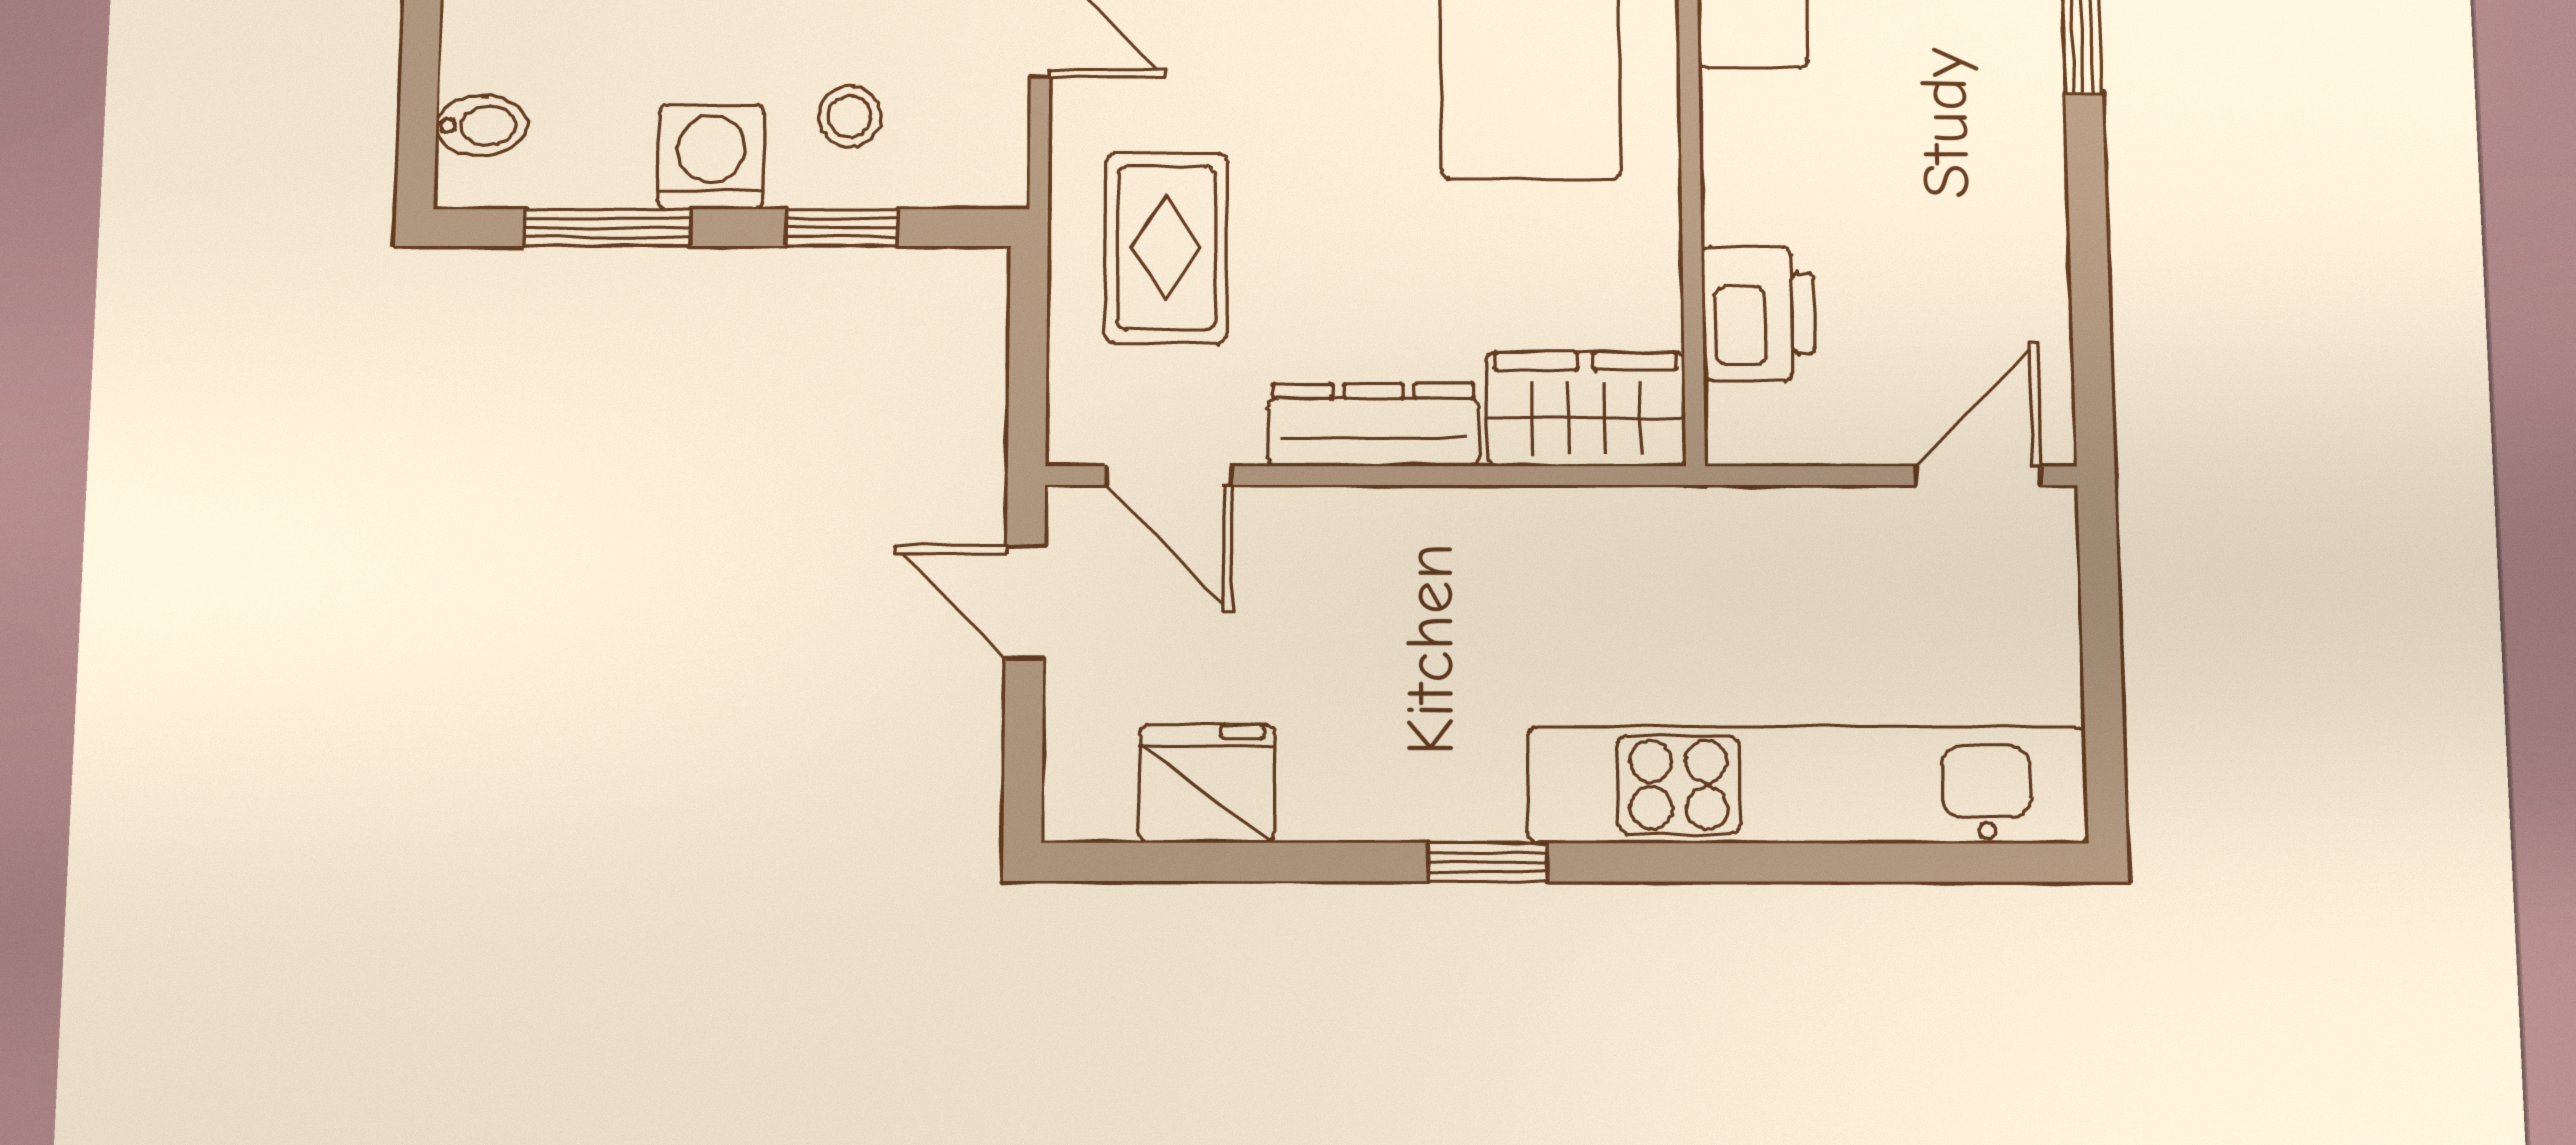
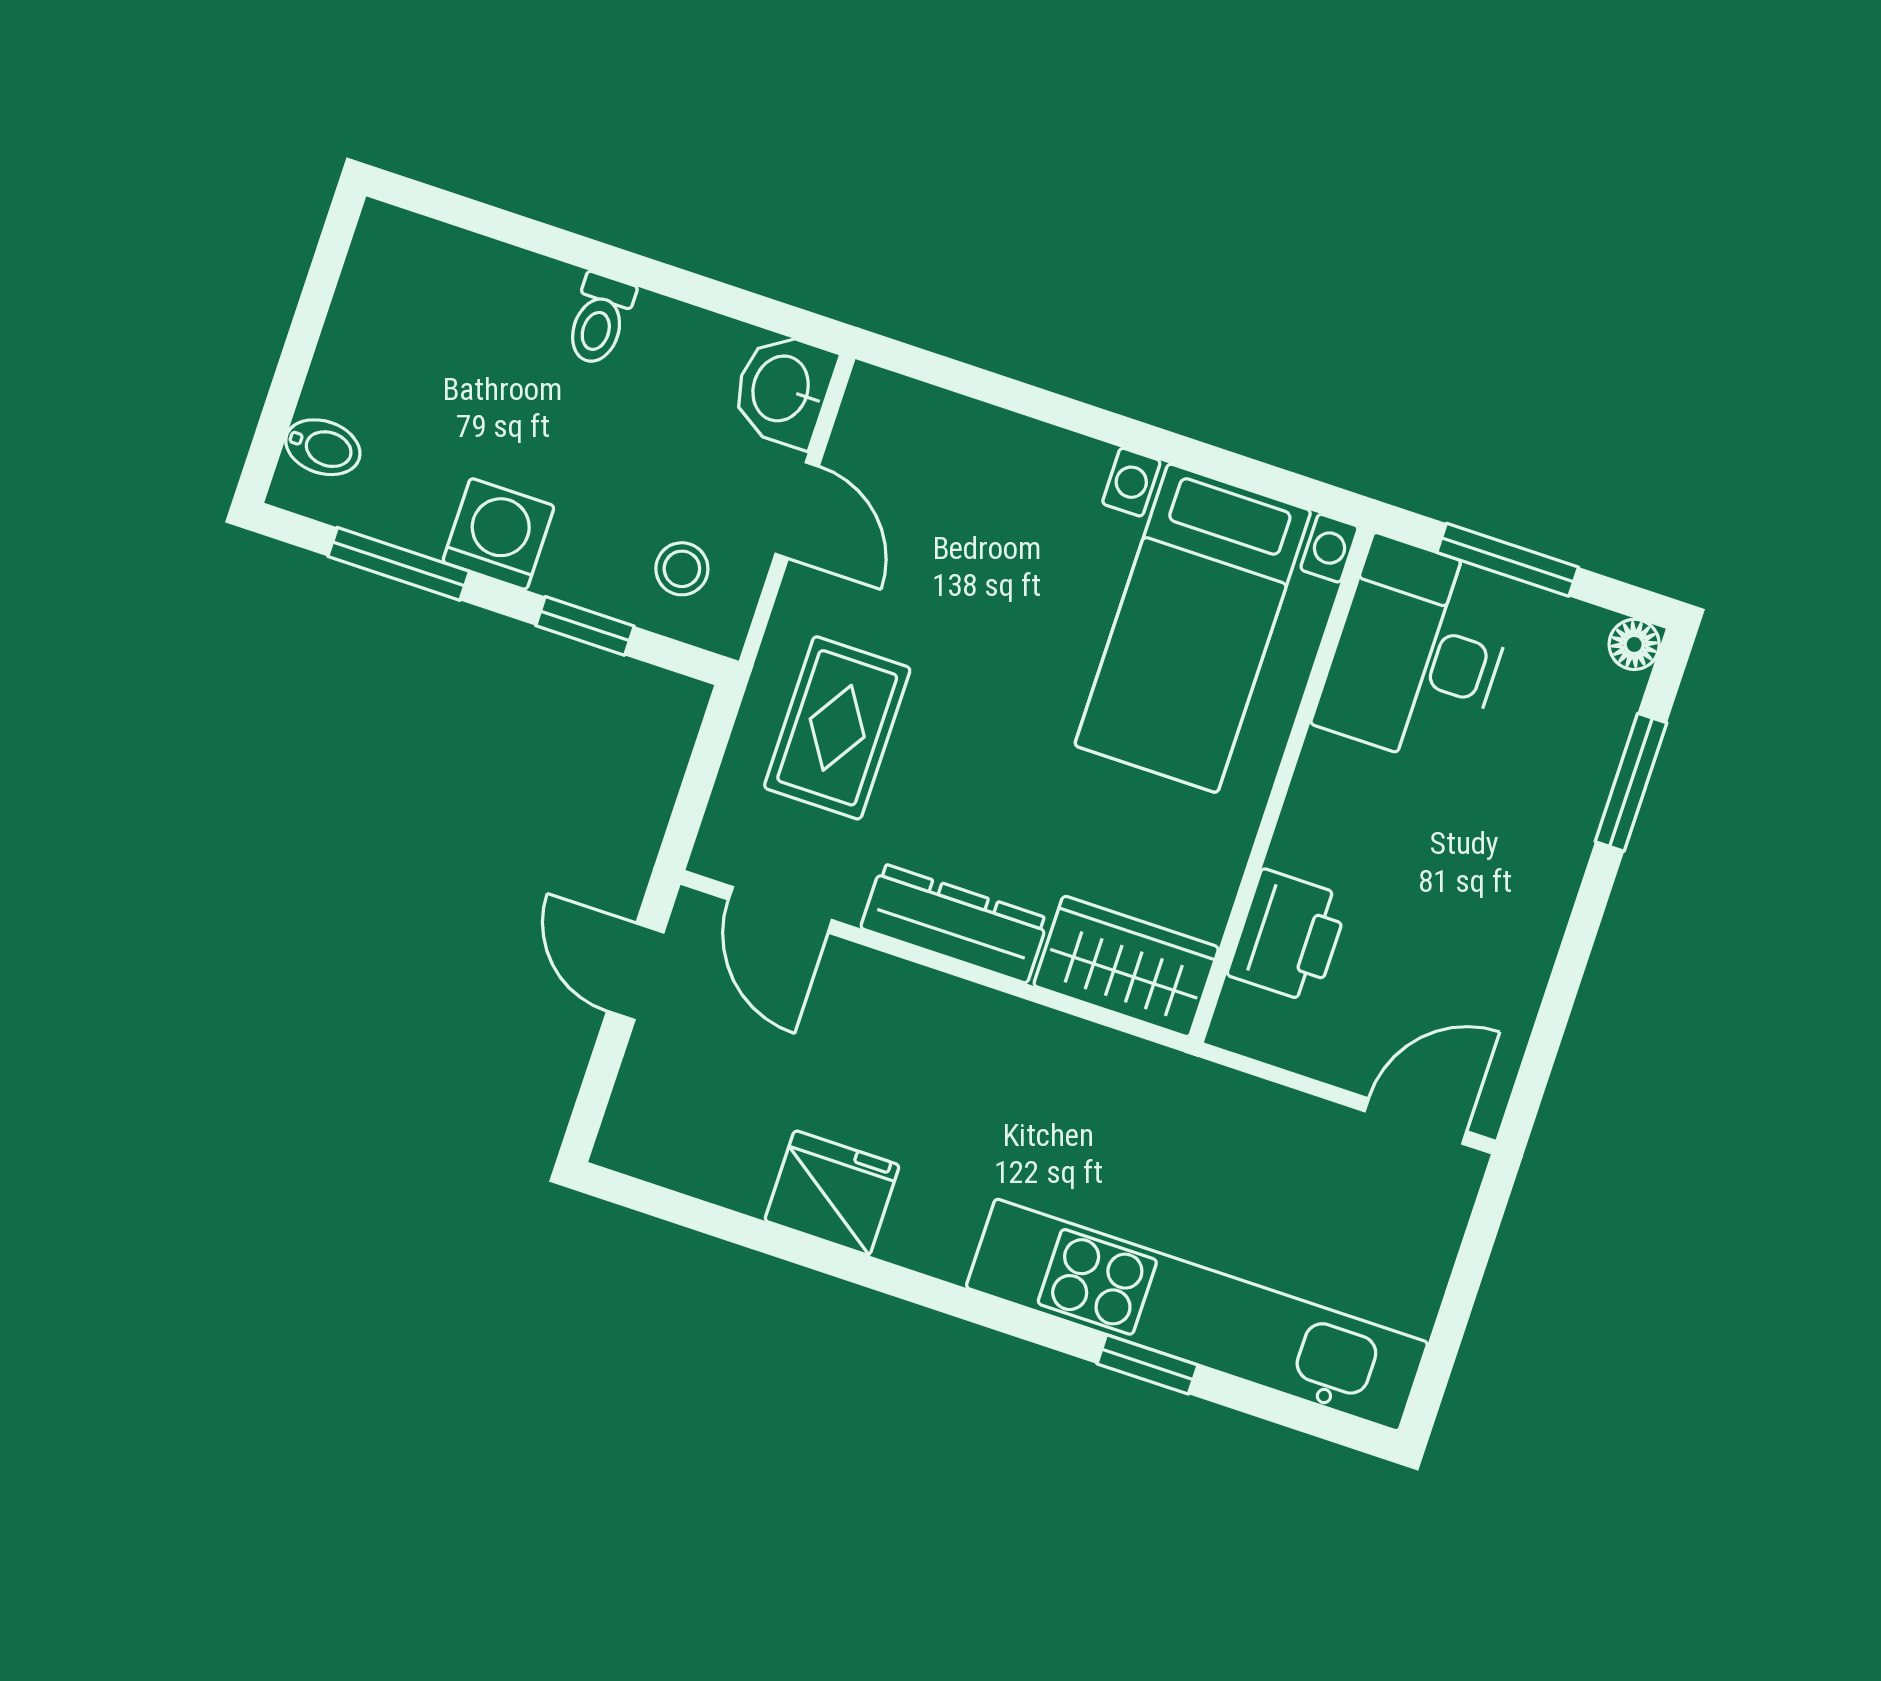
stool: (850, 116) -> (682, 569), moved
fridge: (1207, 783) -> (832, 1193), moved
window: (1488, 862) -> (1147, 1364), moved

